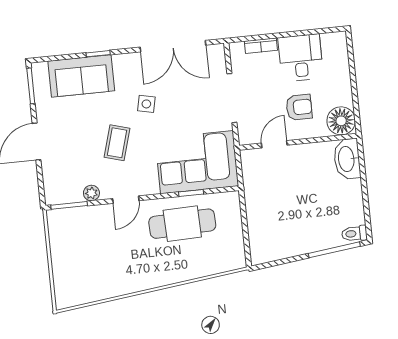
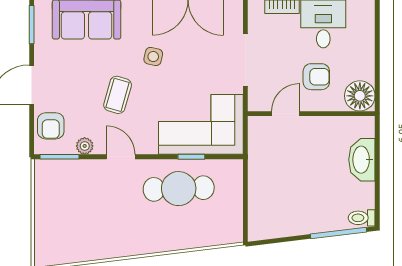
washbasin: (347, 159) -> (362, 160), moved
armchair: (58, 178) -> (51, 126), added
door: (126, 200) -> (121, 157), swing flipped

